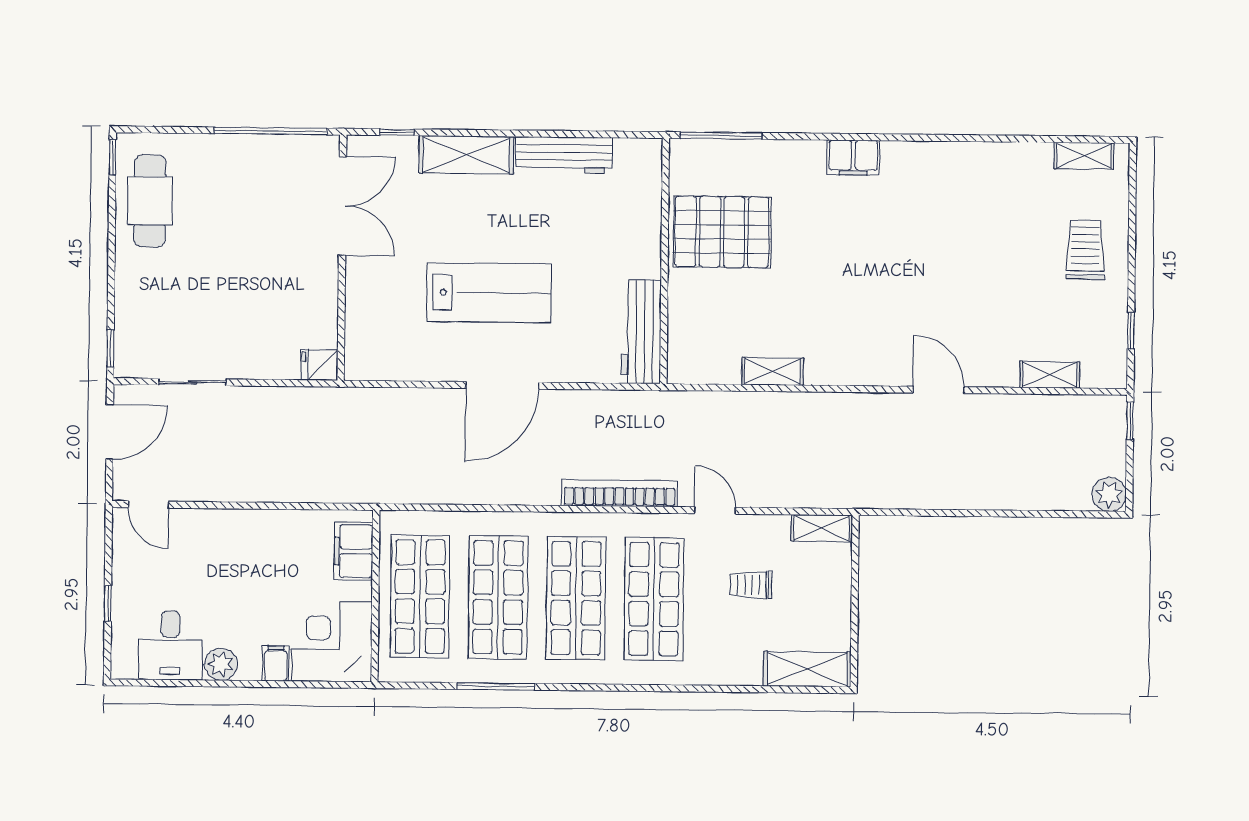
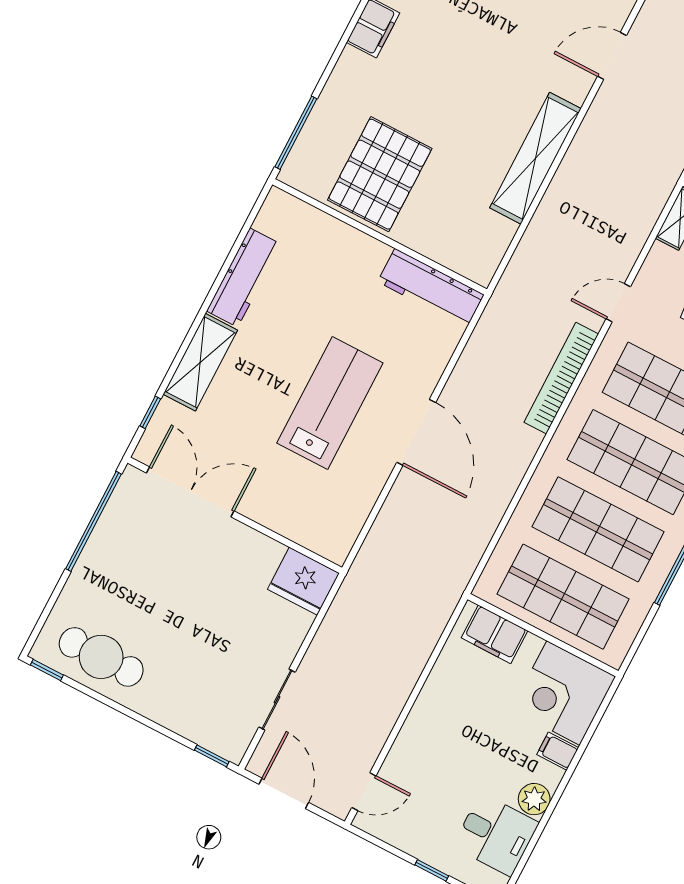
fridge: (319, 365) -> (303, 581), width x1.88, depth x1.34
shelving: (773, 371) -> (535, 158), width x2.20, depth x1.33

